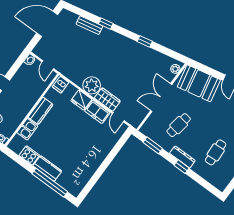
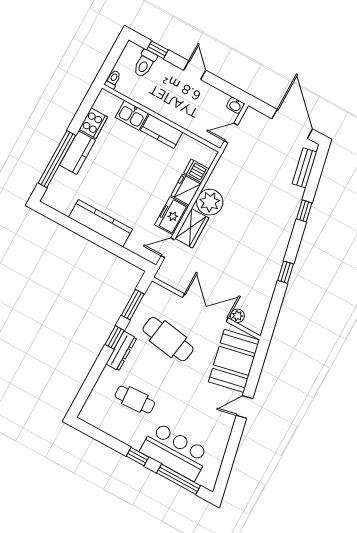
bench: (89, 25) -> (305, 168), moved
plant: (175, 69) -> (237, 316), moved
dishwasher: (61, 85) -> (196, 171), moved
cafe table: (179, 125) -> (168, 339), width x1.37, depth x1.35
kitchen counter: (96, 160) -> (100, 223), added
window: (182, 167) -> (115, 337), moved

